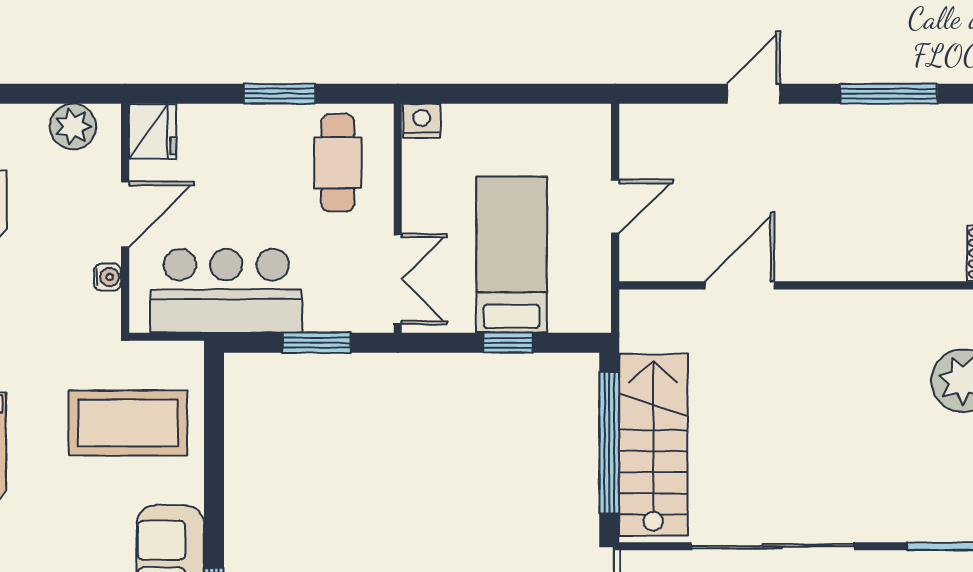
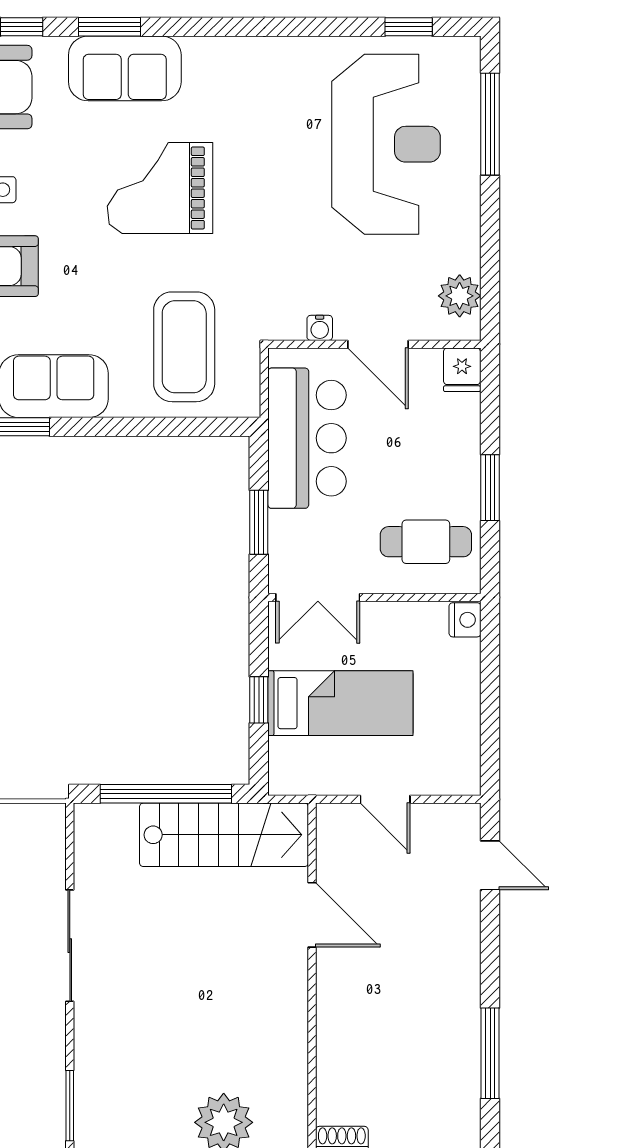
door: (754, 94) -> (490, 865), moved
fridge: (153, 131) -> (462, 370), width x0.72
stairs: (653, 445) -> (224, 835), moved
sliding door: (773, 546) -> (70, 946), width x0.73

